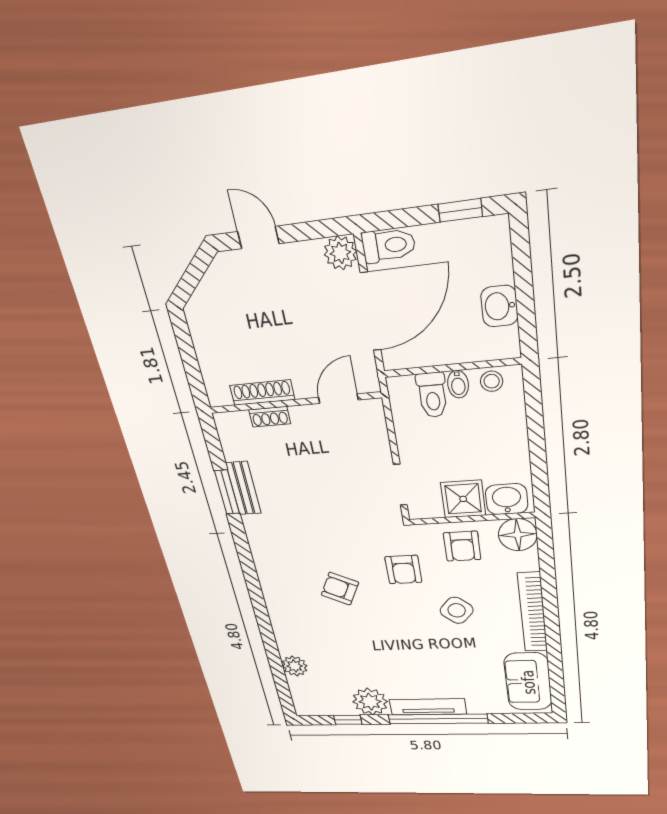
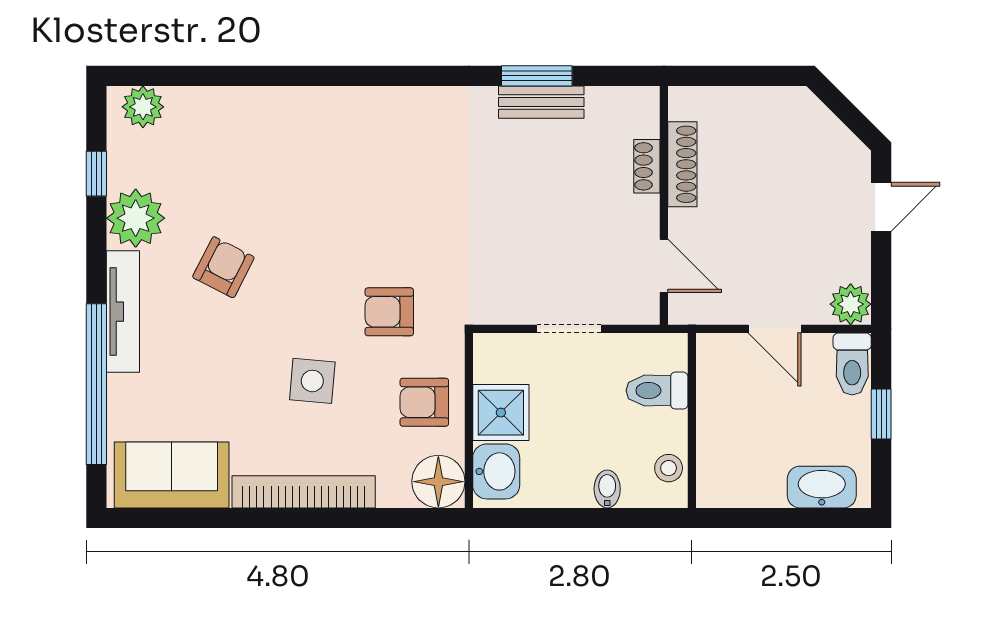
window: (460, 210) -> (881, 414), moved
washbasin: (499, 306) -> (822, 487), moved, width x1.38
door: (371, 312) -> (775, 329), width x0.53
bidet: (458, 384) -> (607, 489), moved, turned 90
doorway: (400, 485) -> (569, 329), moved
armchair: (340, 589) -> (223, 267), moved
side table: (457, 610) -> (312, 381), turned -36
plant: (295, 666) -> (143, 107), moved
window: (438, 719) -> (96, 384), moved

